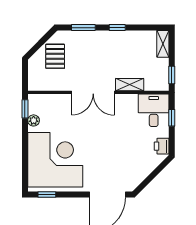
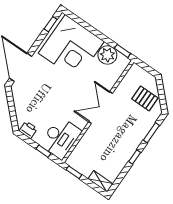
shelving: (130, 85) -> (88, 137), removed
desk: (154, 110) -> (61, 138), width x1.37
plant: (34, 120) -> (107, 55), width x1.87, depth x1.87

